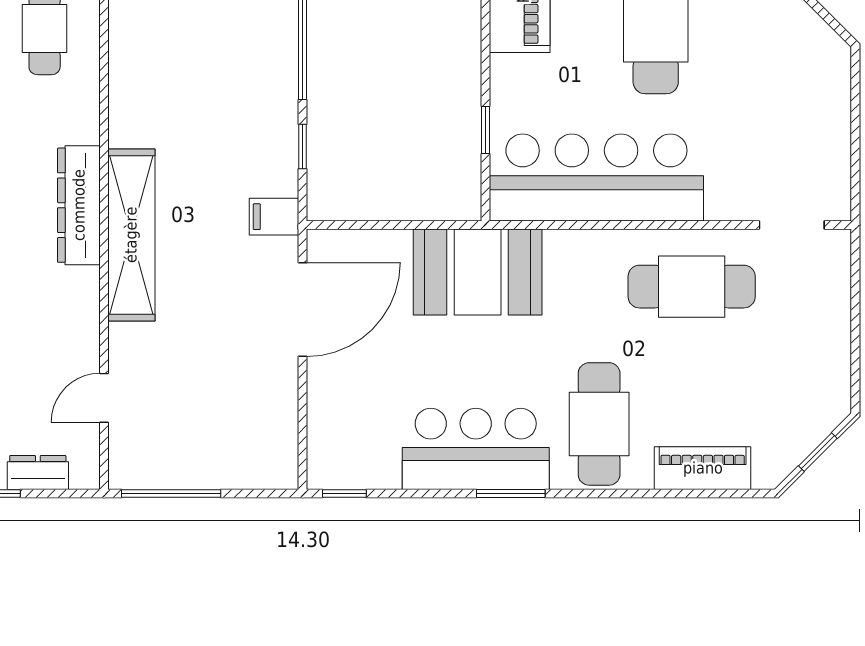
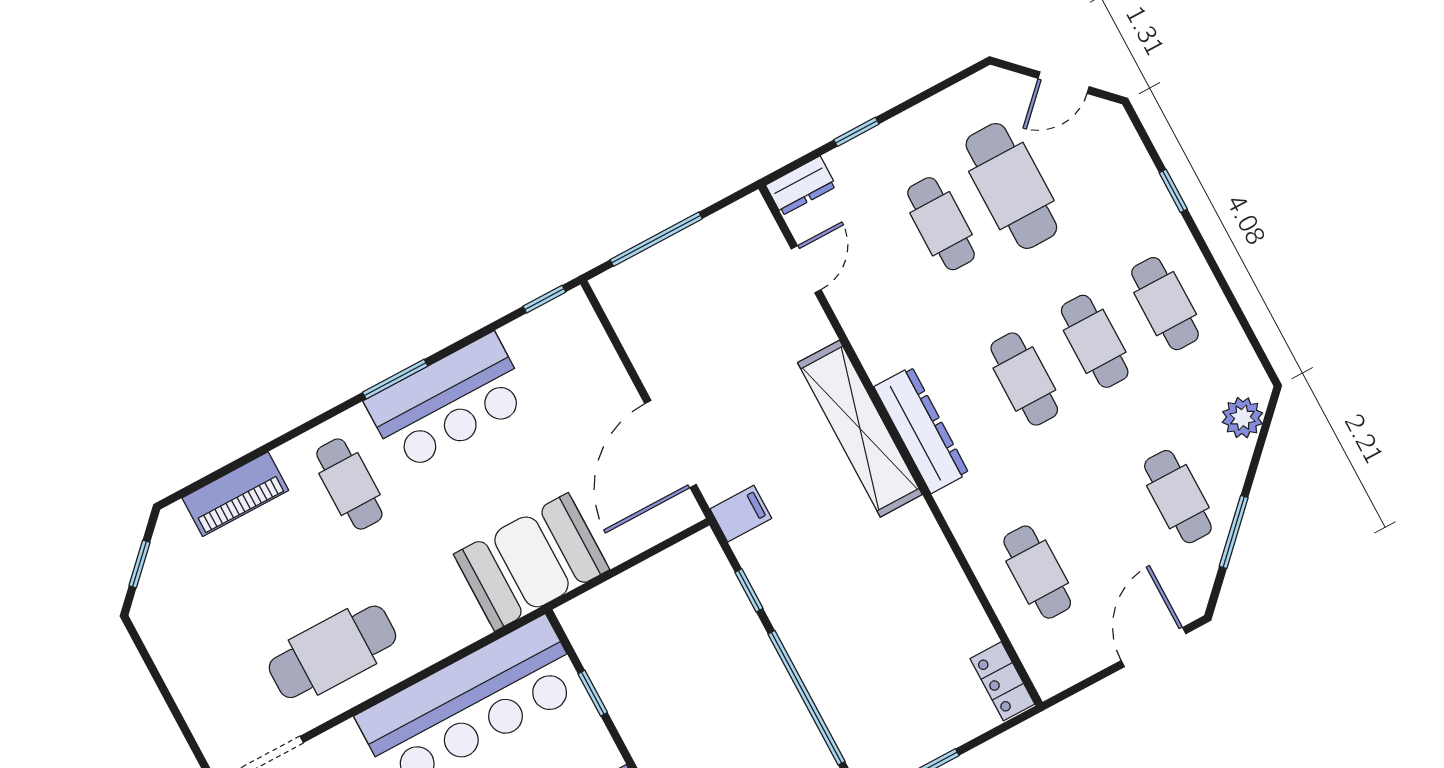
cafe table: (599, 424) -> (349, 484), width x0.73, depth x0.74
dresser: (38, 473) -> (801, 186), moved
window: (171, 494) -> (656, 239), moved

